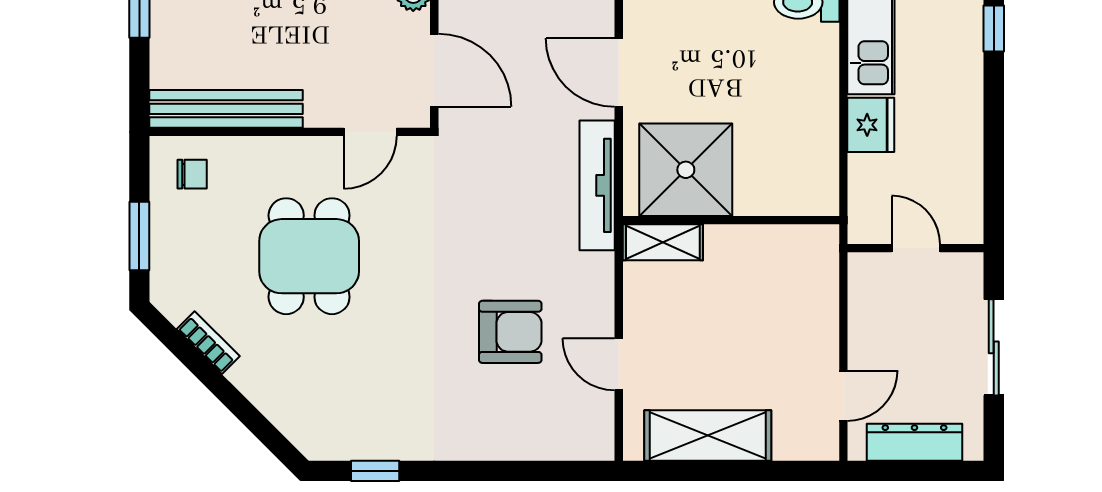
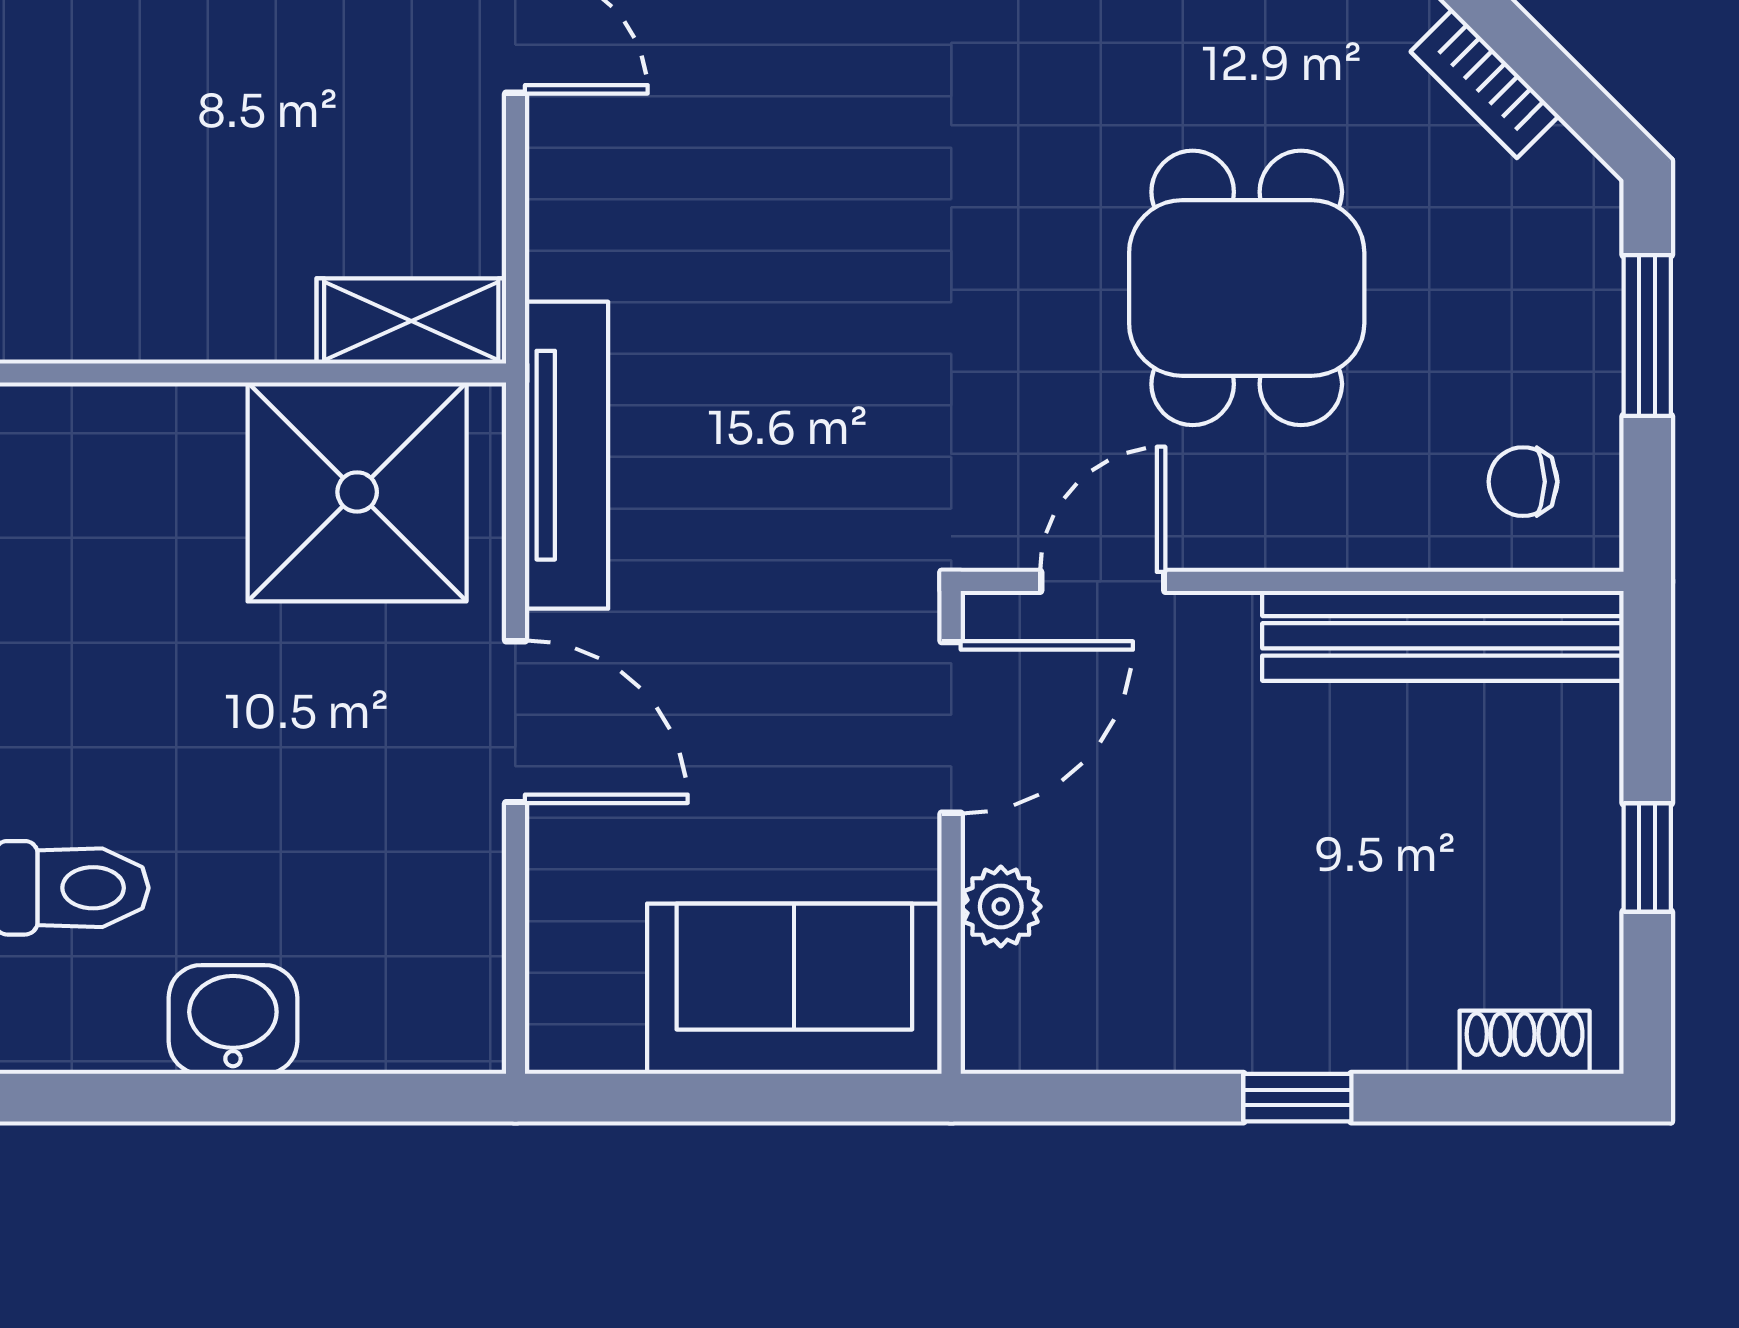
door: (434, 70) -> (951, 727), swing flipped
armchair: (510, 332) -> (772, 109), removed

